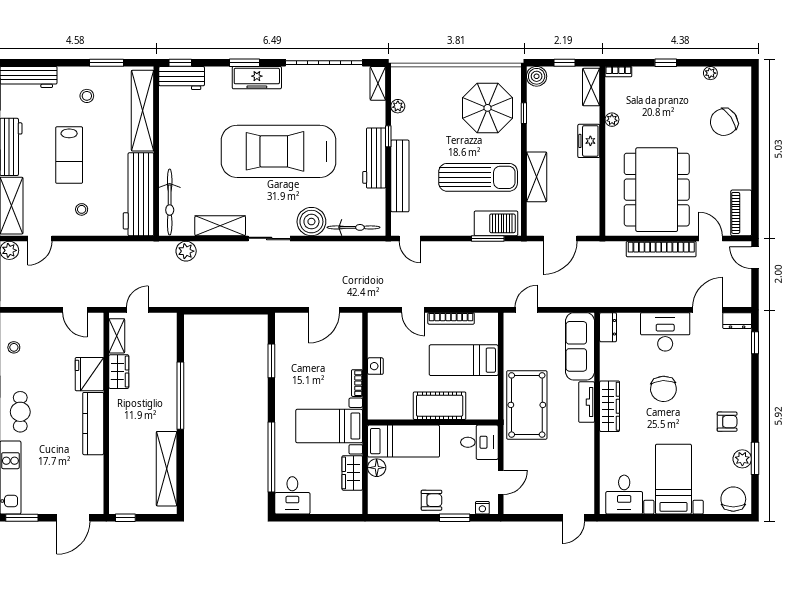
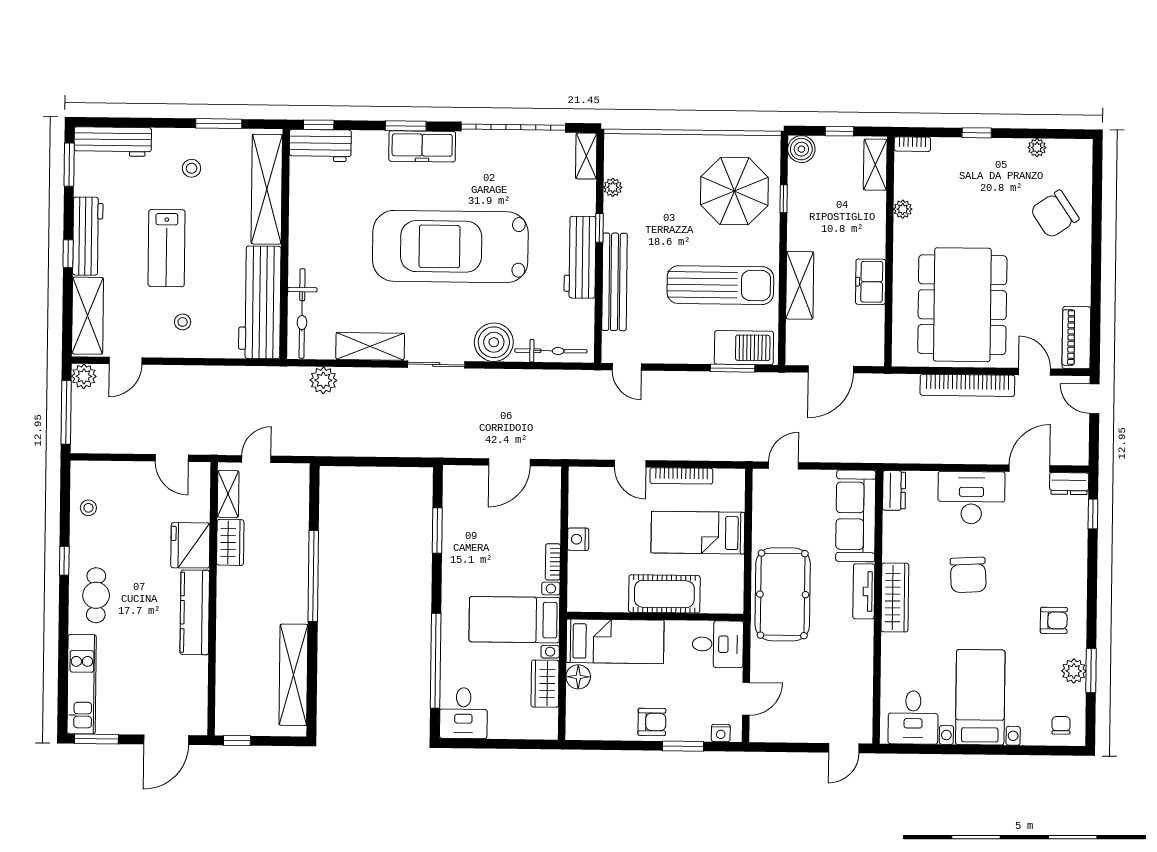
freezer: (589, 141) -> (871, 282), moved
chair: (733, 499) -> (1061, 725), width x0.54, depth x0.54

